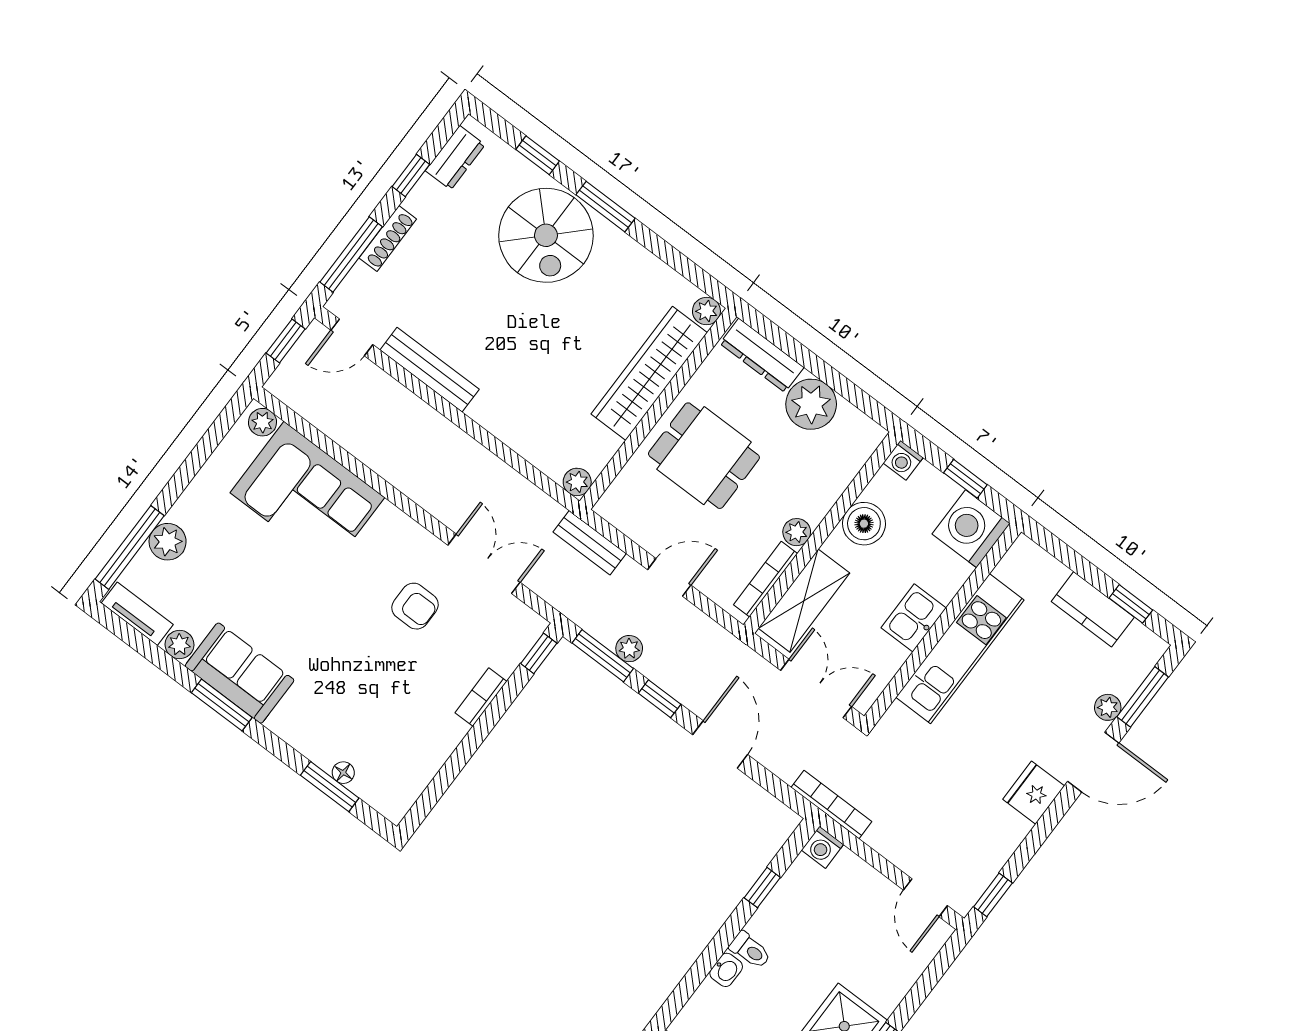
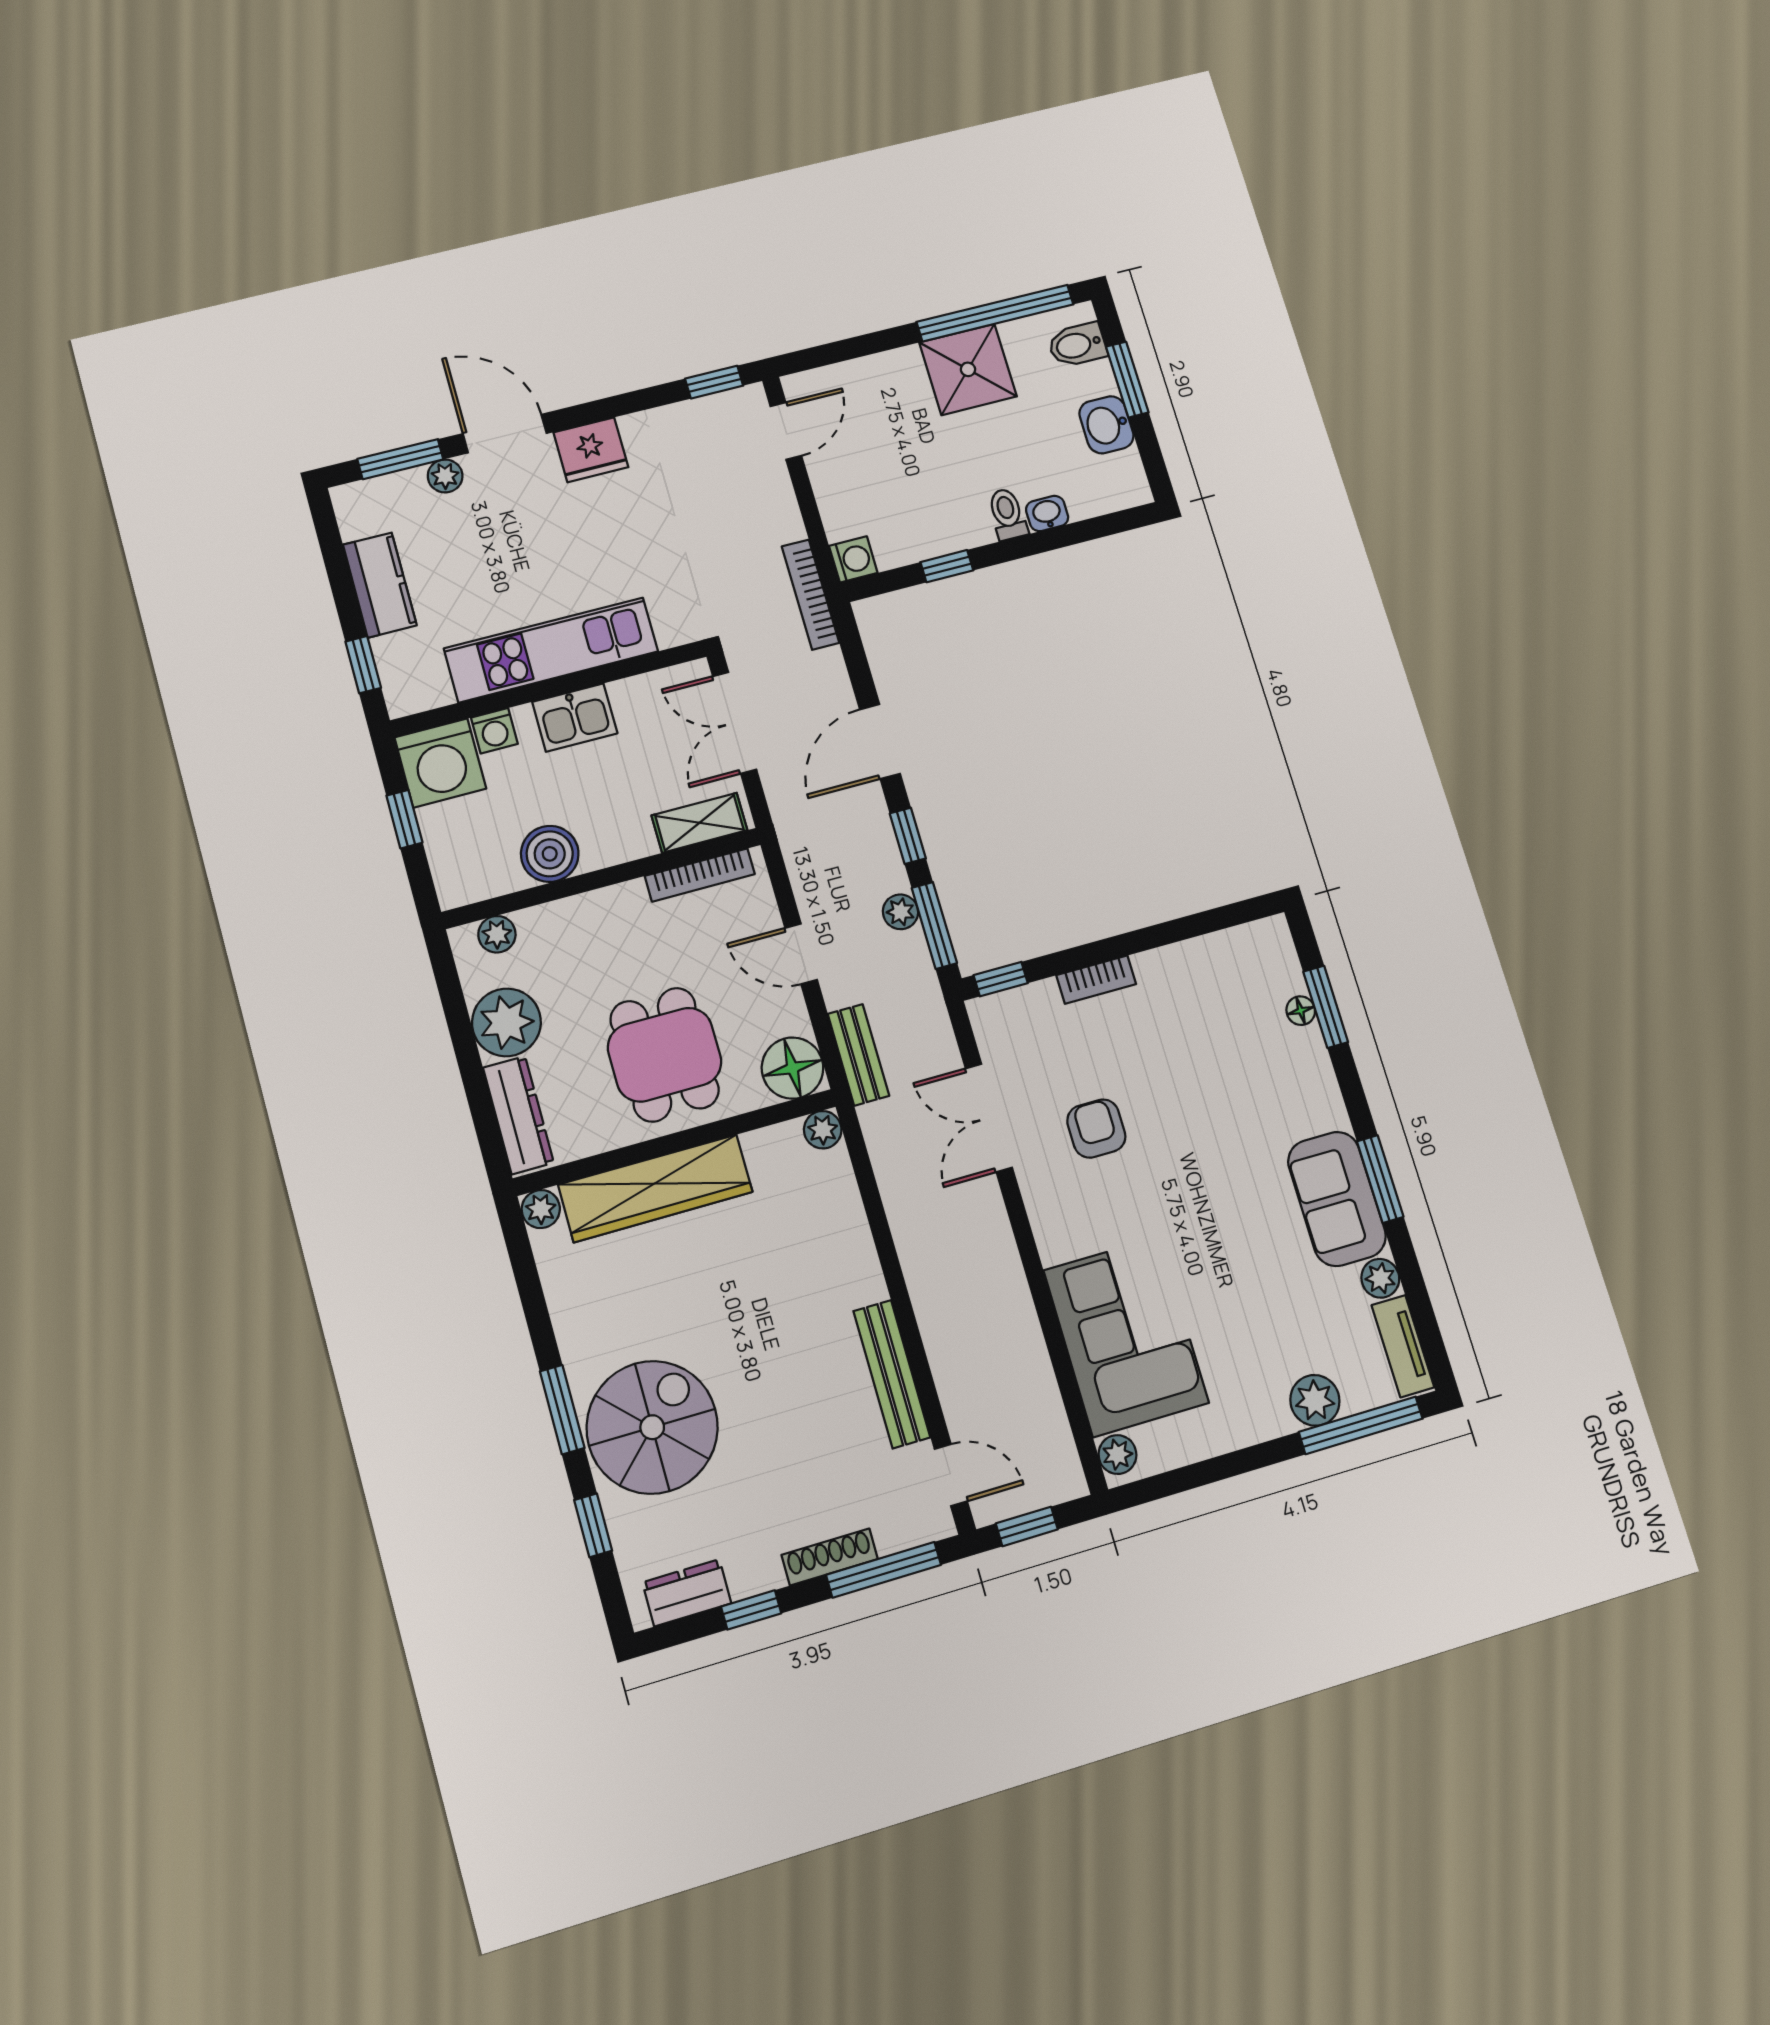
washing machine: (903, 460) -> (494, 731), moved, turned 90
floor lamp: (623, 505) -> (793, 1068), added
plant: (797, 532) -> (497, 934), moved
shelving: (804, 601) -> (700, 823), width x0.67, depth x0.75
window: (1131, 604) -> (363, 665), moved

